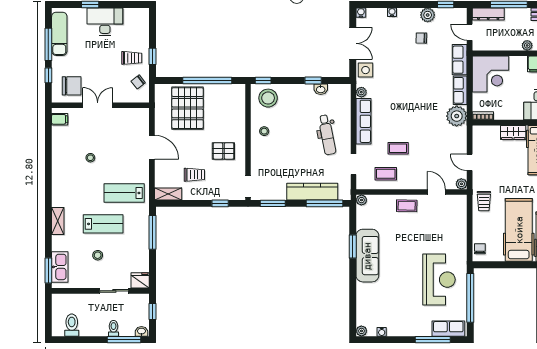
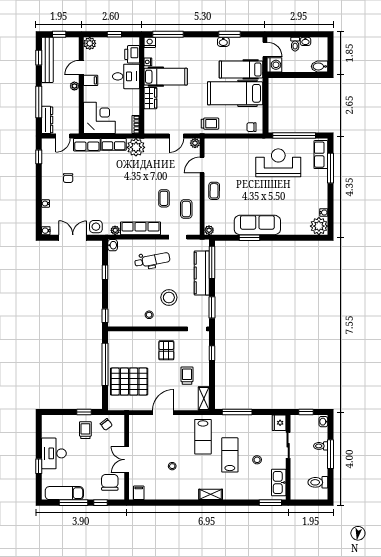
plant: (428, 15) -> (48, 173), removed
washbasin: (321, 89) -> (113, 245), moved
stool: (268, 98) -> (169, 297), moved
shelving: (58, 221) -> (211, 494), moved
kitchen sink: (60, 267) -> (279, 483), moved, turned -90
plant: (361, 331) -> (319, 226), width x1.88, depth x1.88
window: (124, 340) -> (331, 454), moved

